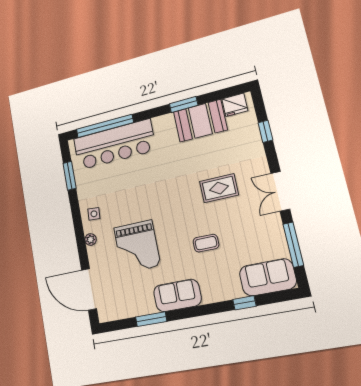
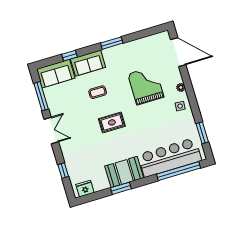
booth: (200, 121) -> (124, 172), moved
rug: (219, 188) -> (112, 122), moved
sofa: (177, 295) -> (88, 63), moved
window: (151, 319) -> (112, 43), moved

